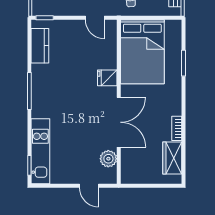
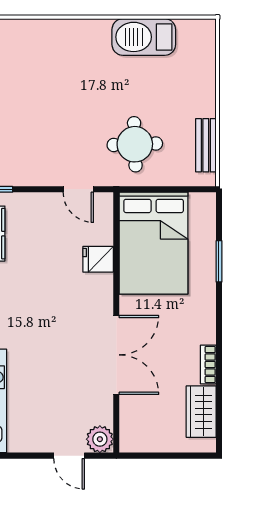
fridge: (107, 78) -> (98, 259), moved
plant: (108, 159) -> (100, 439), moved

